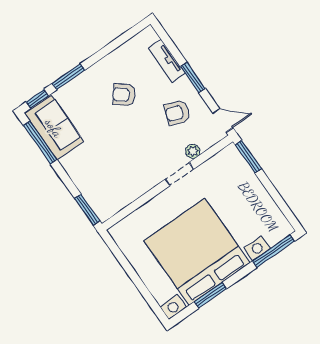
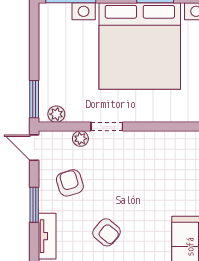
armchair: (178, 113) -> (70, 183), turned -128
plant: (224, 157) -> (56, 114), added

